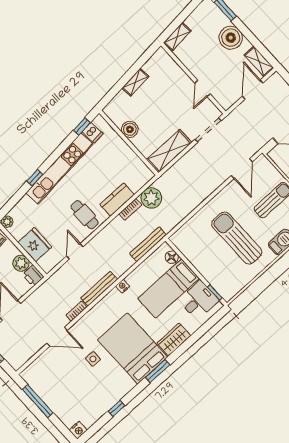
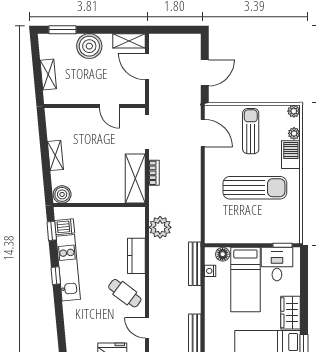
shelving: (177, 37) -> (48, 75), moved
boiler: (130, 129) -> (62, 194), moved
kitchen unit: (59, 169) -> (68, 268), width x0.73
window: (35, 178) -> (56, 276), moved
bookcase: (130, 209) -> (154, 173), moved
cafe table: (85, 215) -> (125, 293), turned 37
sun lounger: (237, 238) -> (255, 188), turned 180
nightstand: (123, 286) -> (210, 271), moved

